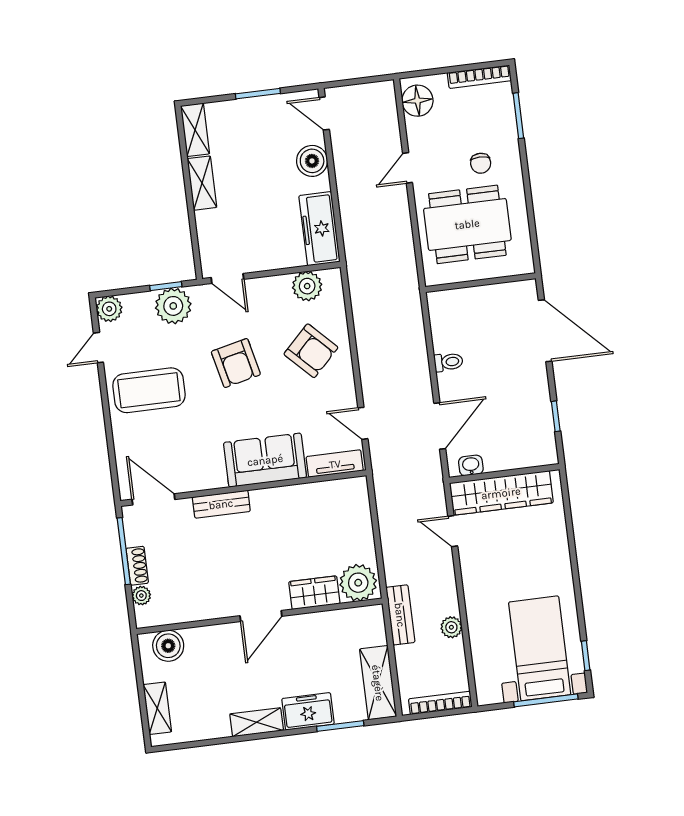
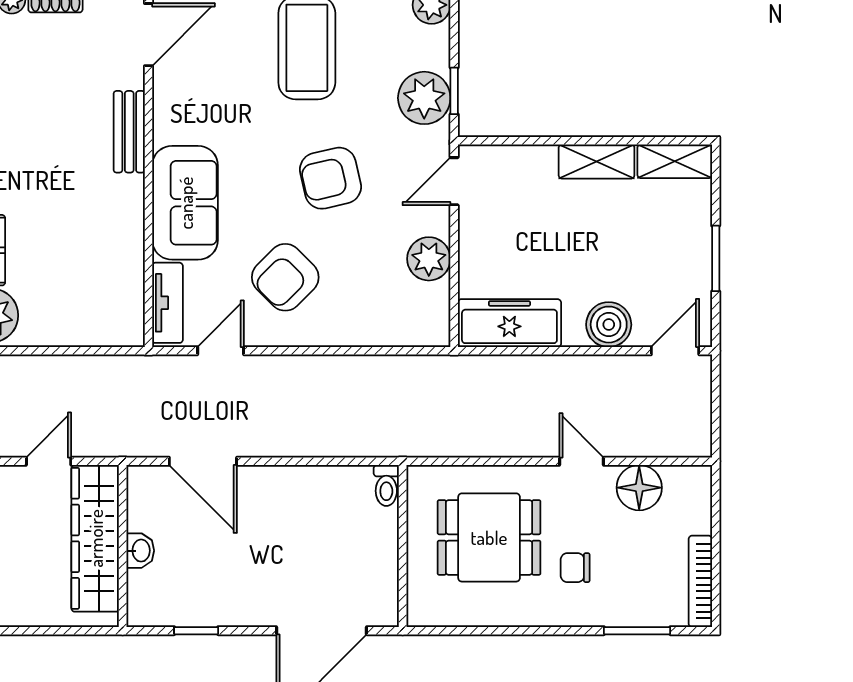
floor lamp: (417, 101) -> (639, 488), moved
dining table: (467, 224) -> (489, 537), width x0.73
plant: (307, 286) -> (429, 259), moved
armchair: (311, 351) -> (285, 277), moved
toilet: (448, 362) -> (386, 485), moved
washbasin: (471, 465) -> (140, 551), moved

